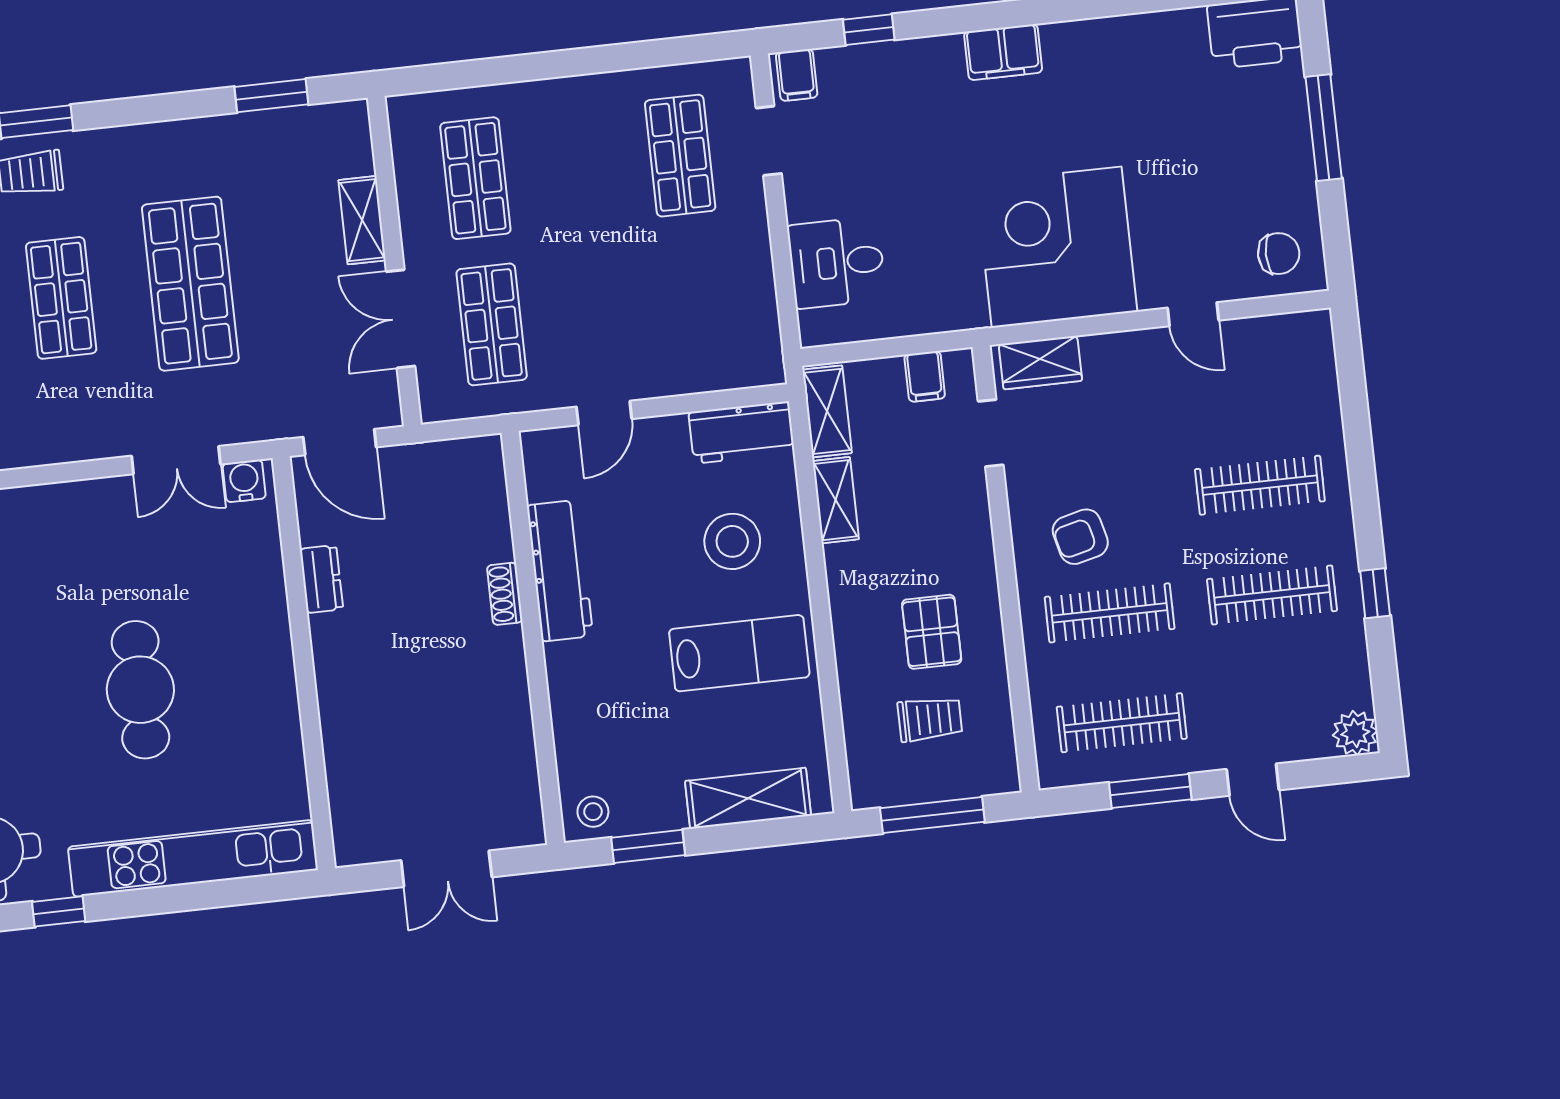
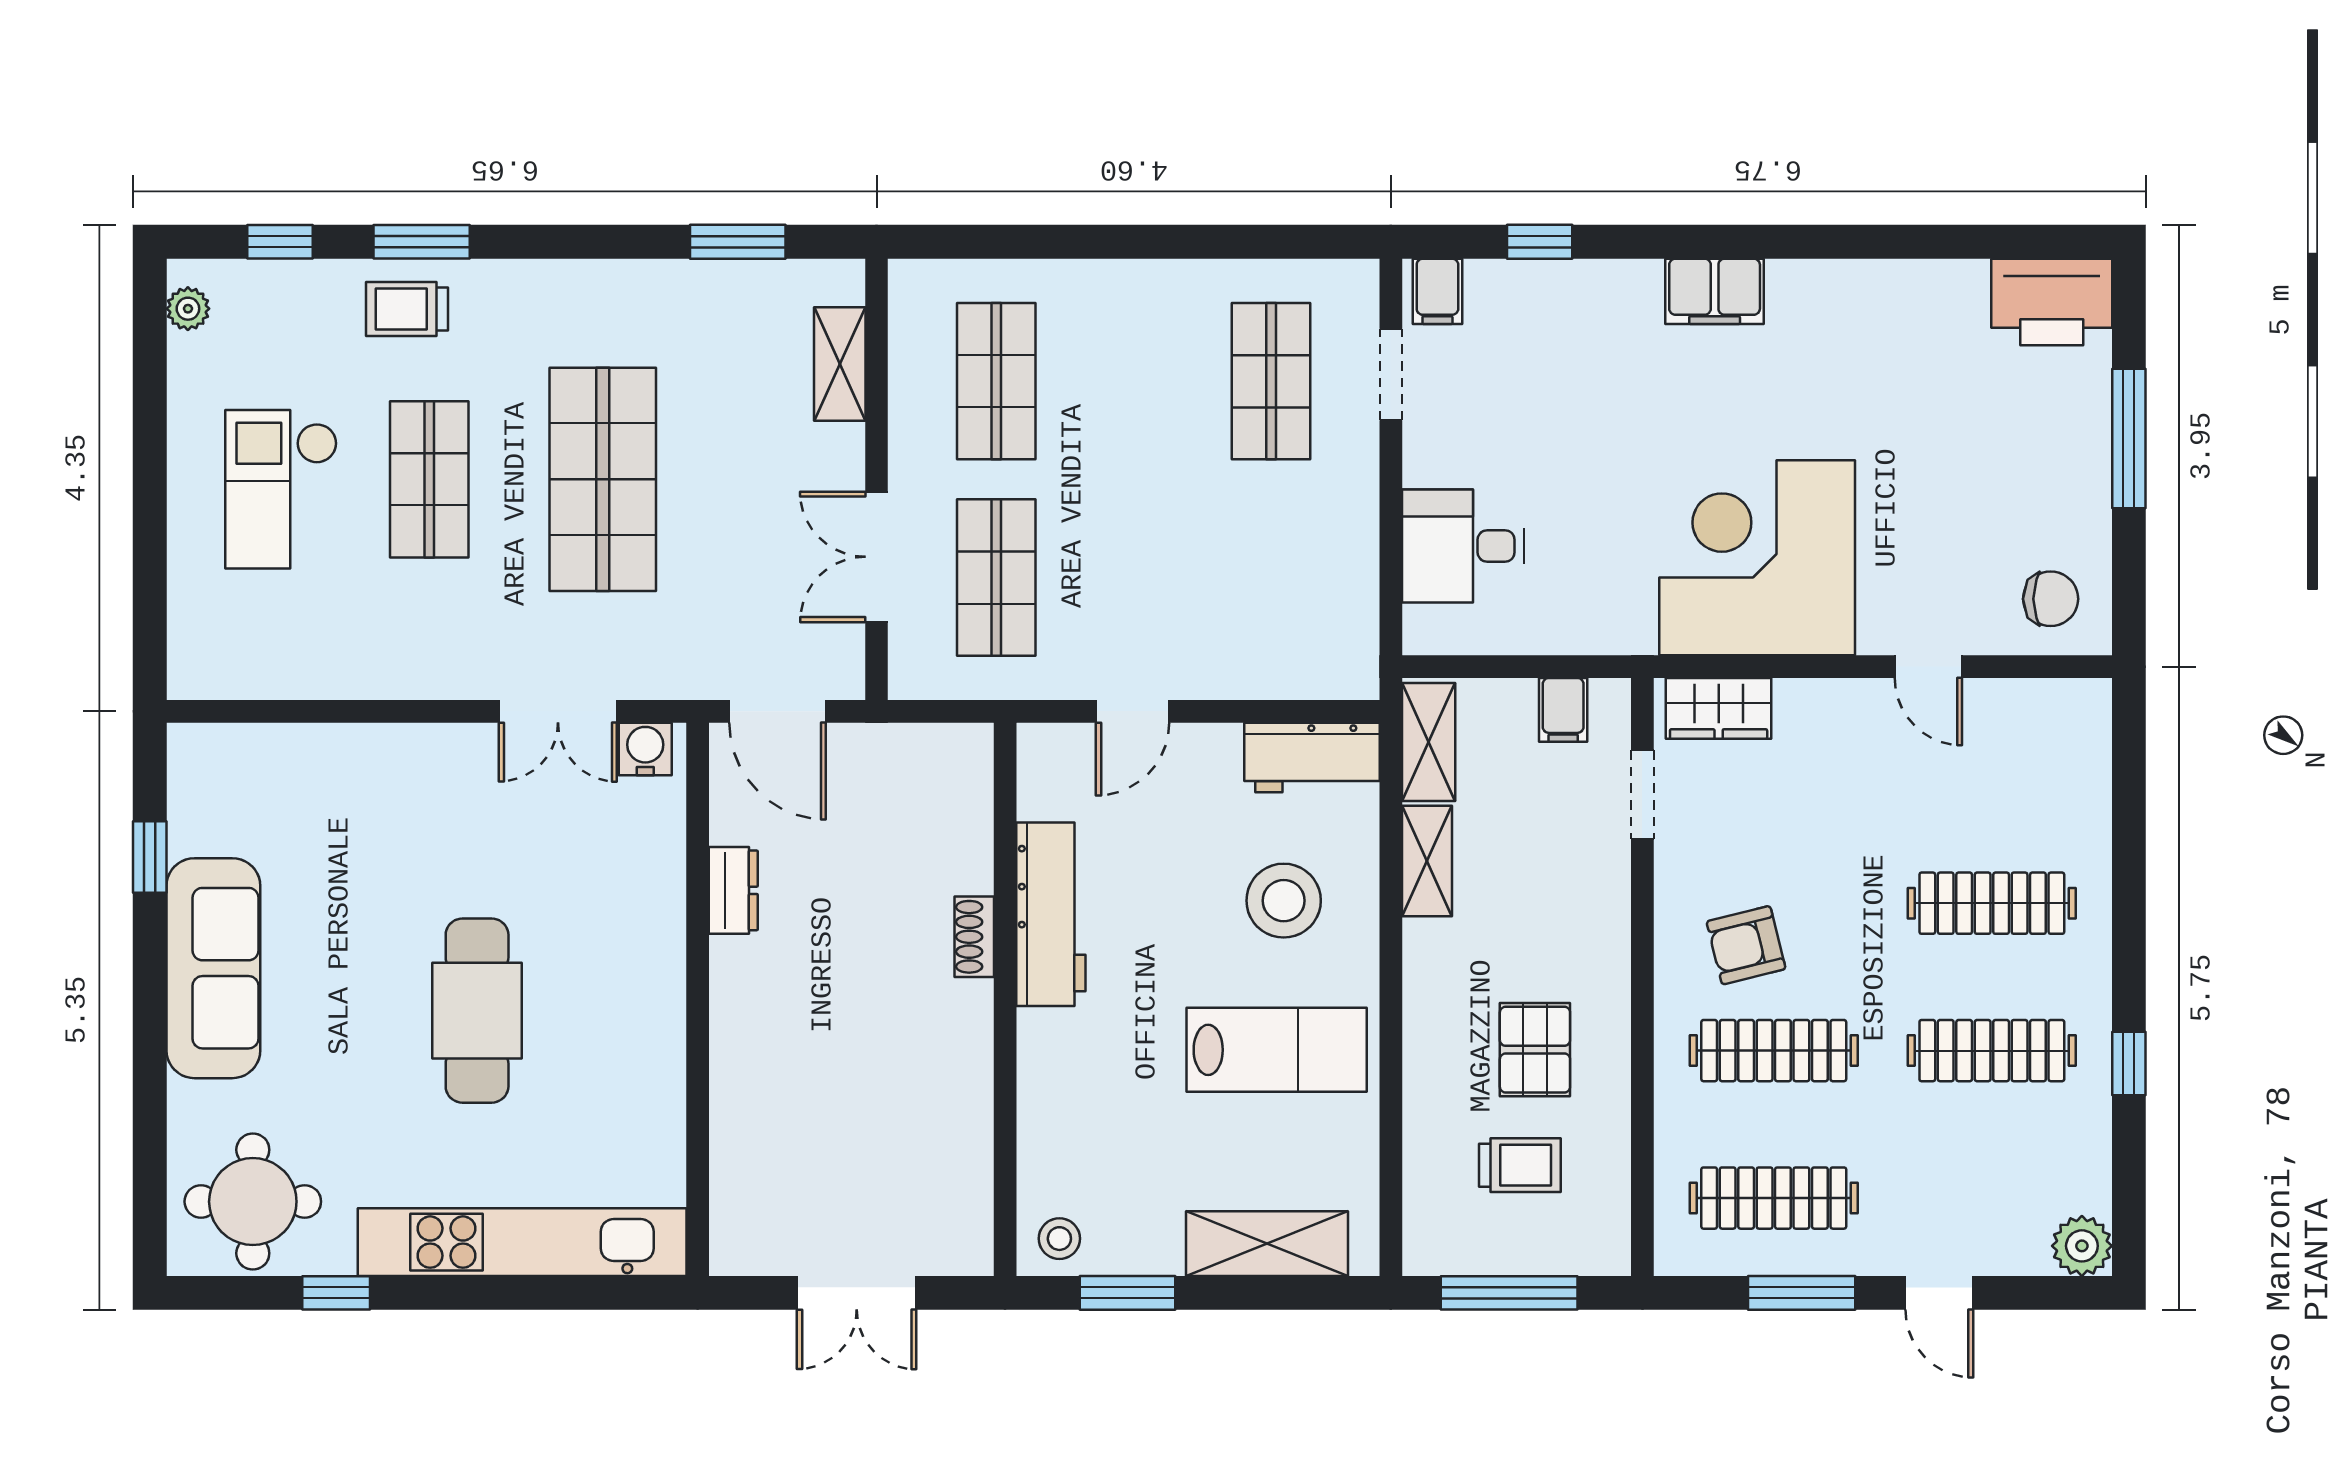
shelving: (362, 220) -> (840, 364), moved

